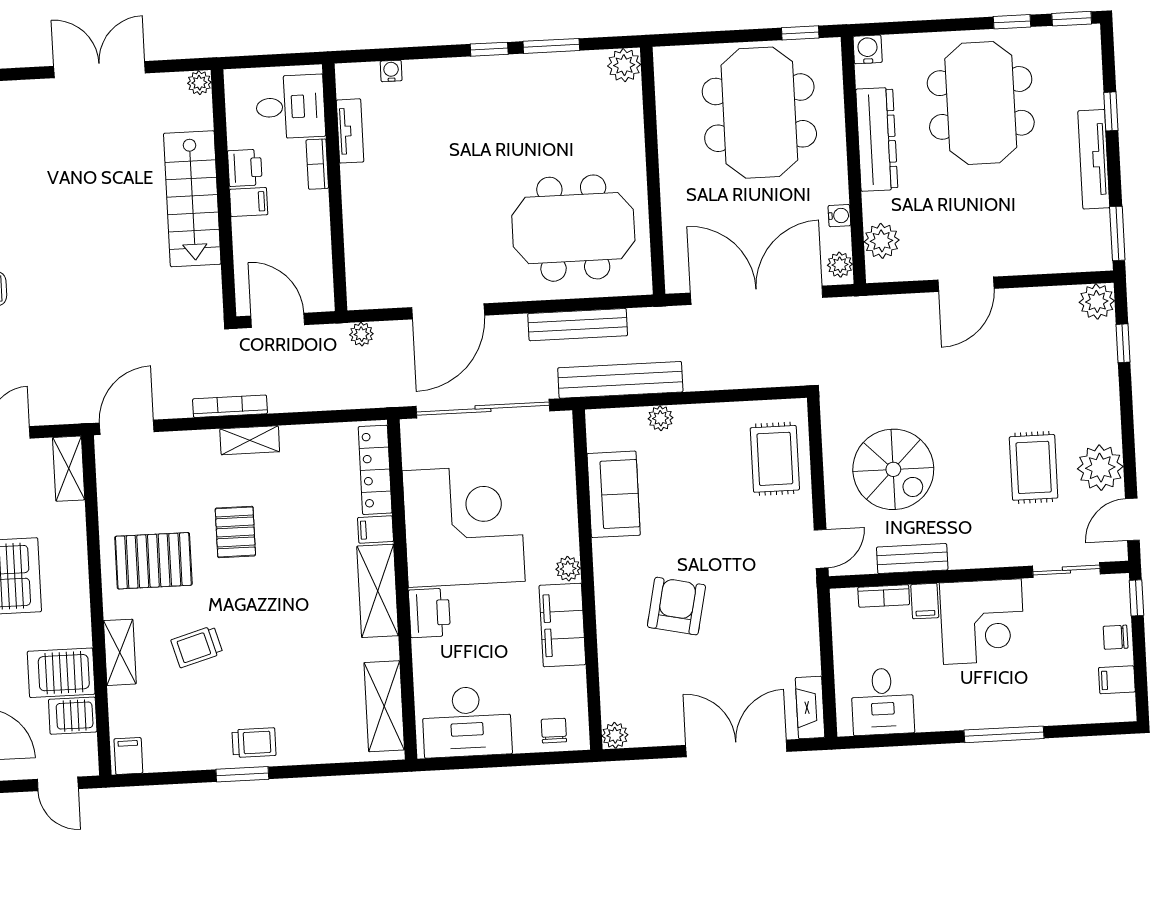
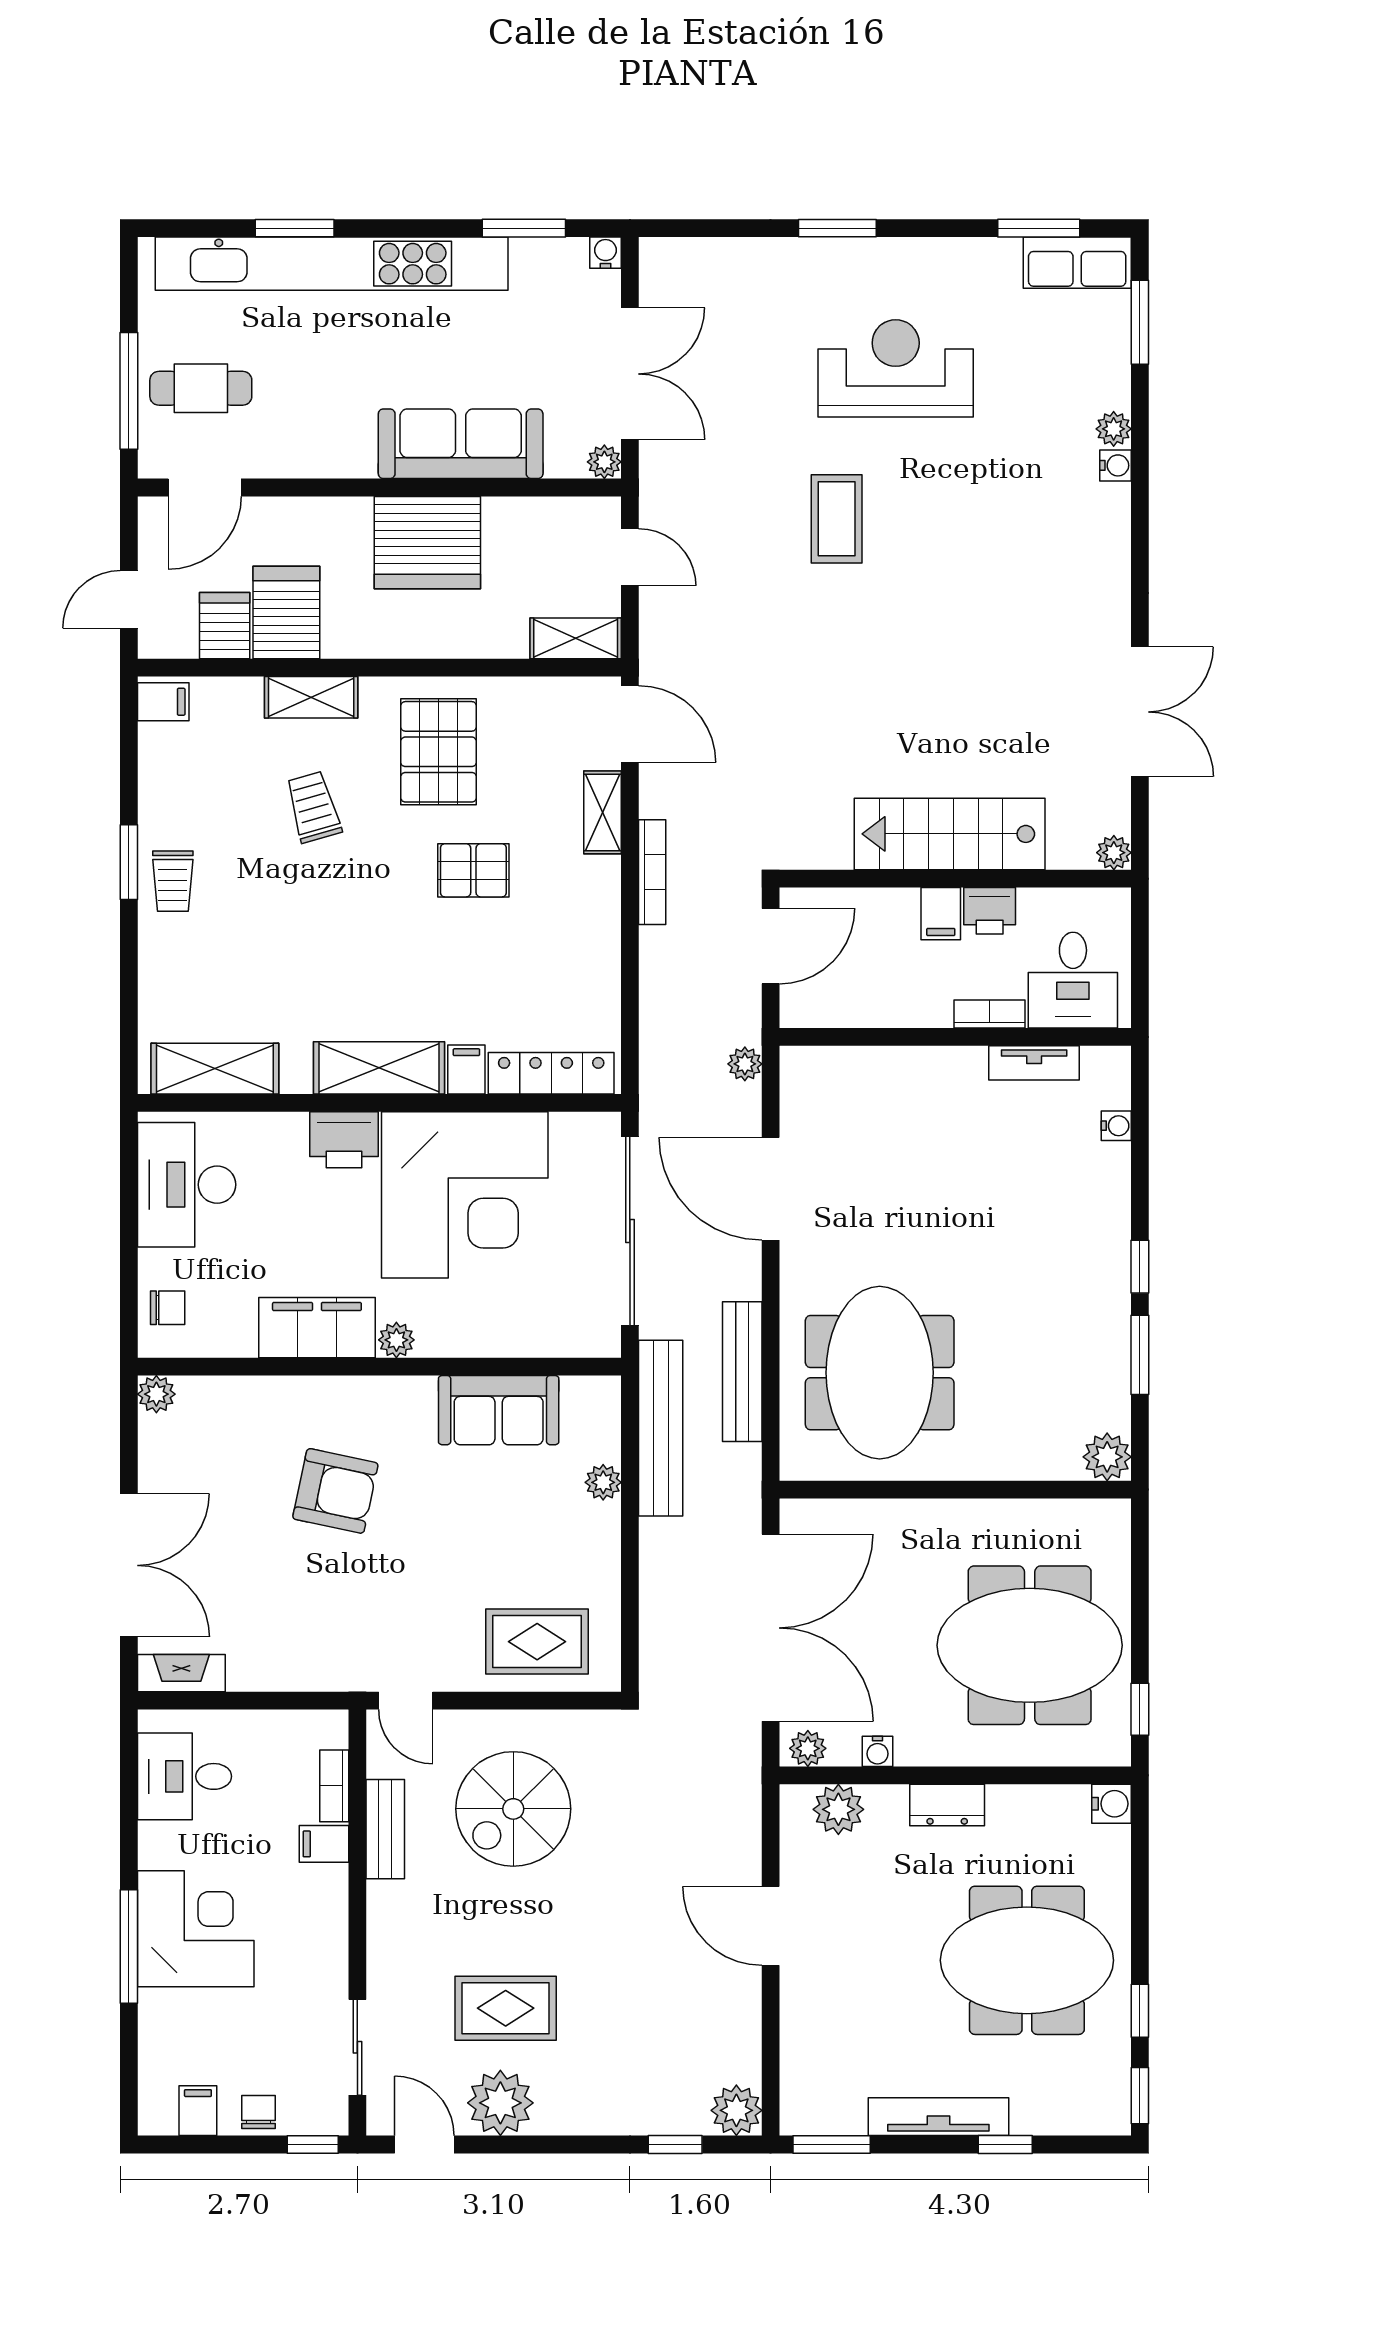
dresser: (877, 139) -> (947, 1805), width x0.51, depth x0.80
shelving: (250, 440) -> (603, 812), moved
corner desk: (982, 622) -> (196, 1929), moved, turned 180

